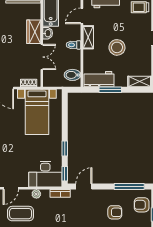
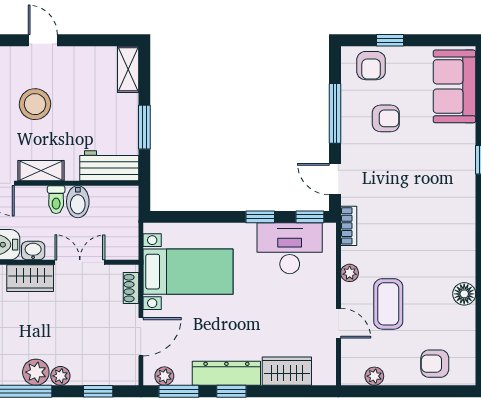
stool: (117, 47) -> (35, 104), moved
bidet: (72, 75) -> (78, 202), moved
workbench: (99, 79) -> (109, 166), moved, turned 90
desk: (45, 174) -> (290, 248), moved, turned -90
window: (129, 187) -> (335, 113), moved
armchair: (115, 212) -> (386, 118), turned 90

